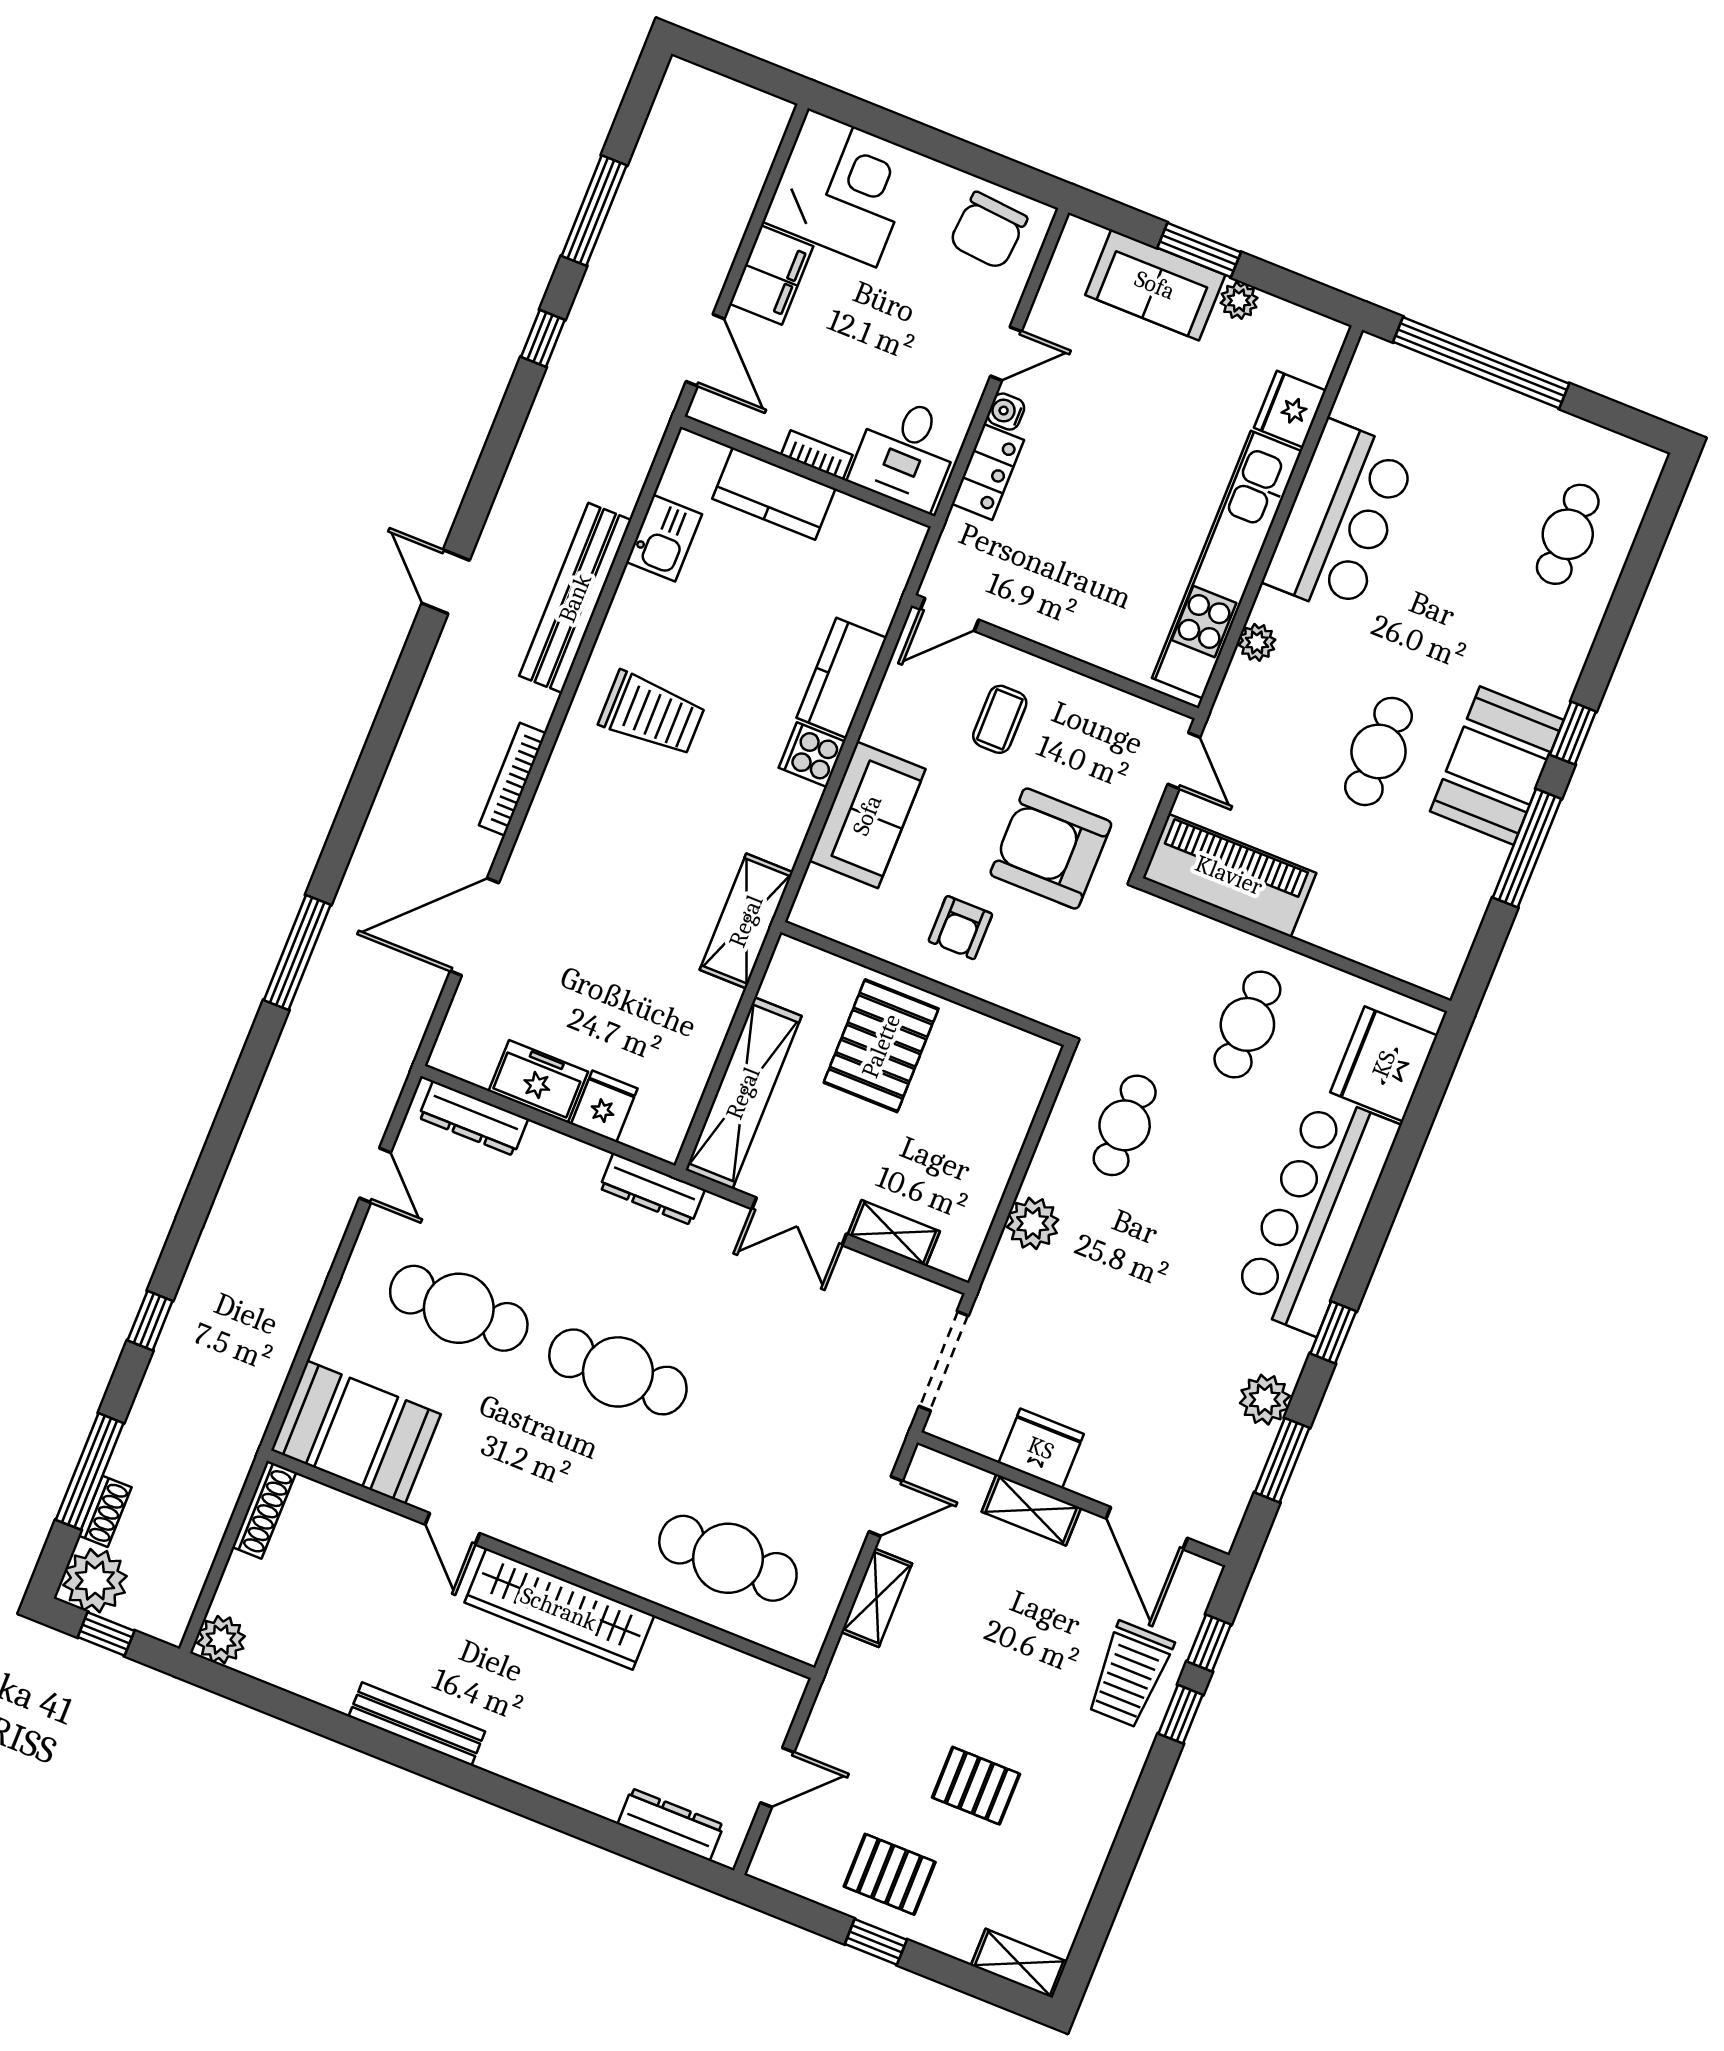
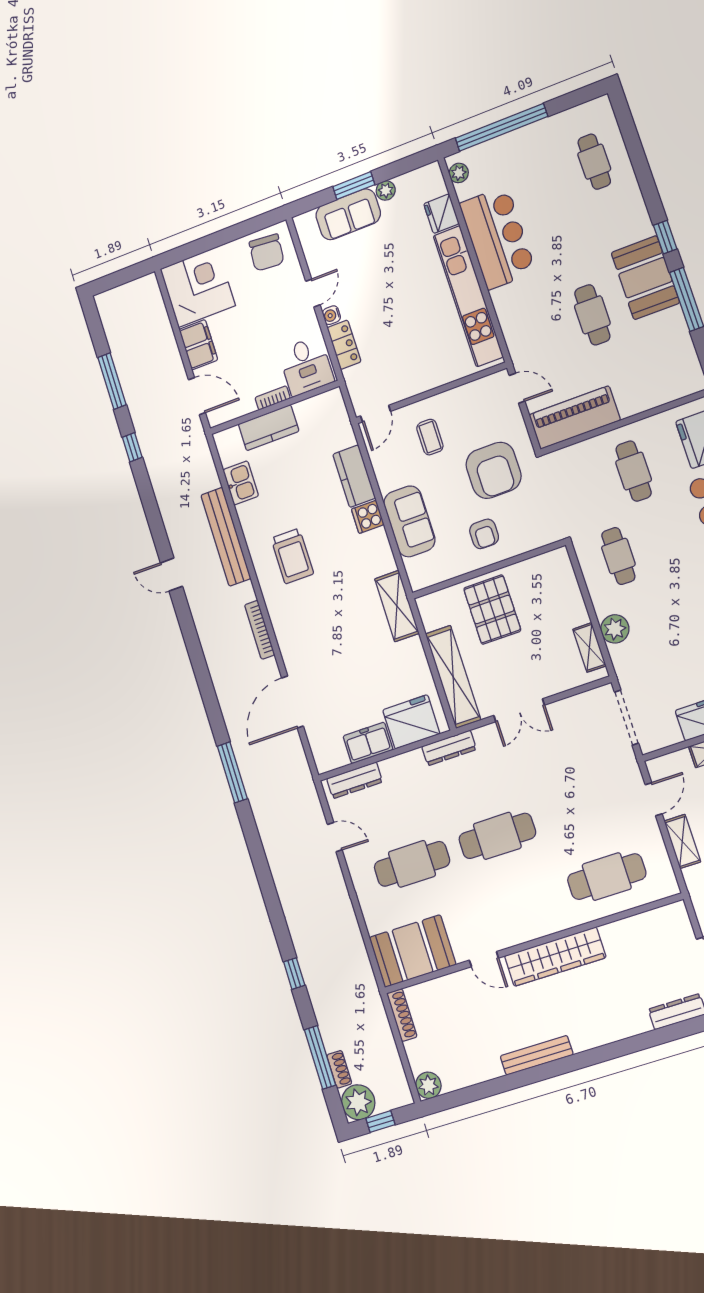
plant: (1257, 642) -> (459, 173), moved
trolley: (652, 714) -> (292, 556), turned 90
armchair: (1051, 849) -> (494, 470), turned -90
fridge: (604, 1106) -> (411, 722), width x1.88, depth x1.34
shelving: (894, 1233) -> (589, 647), moved, turned 90

